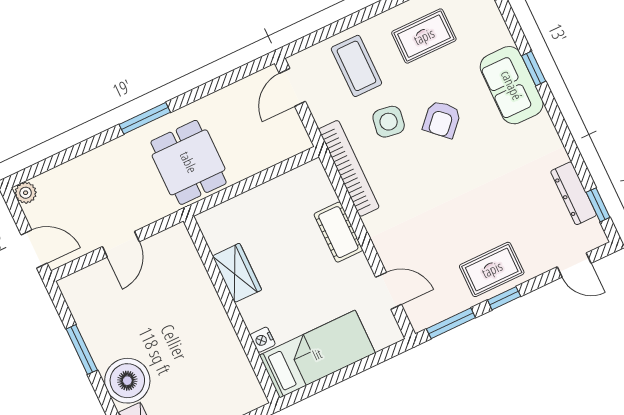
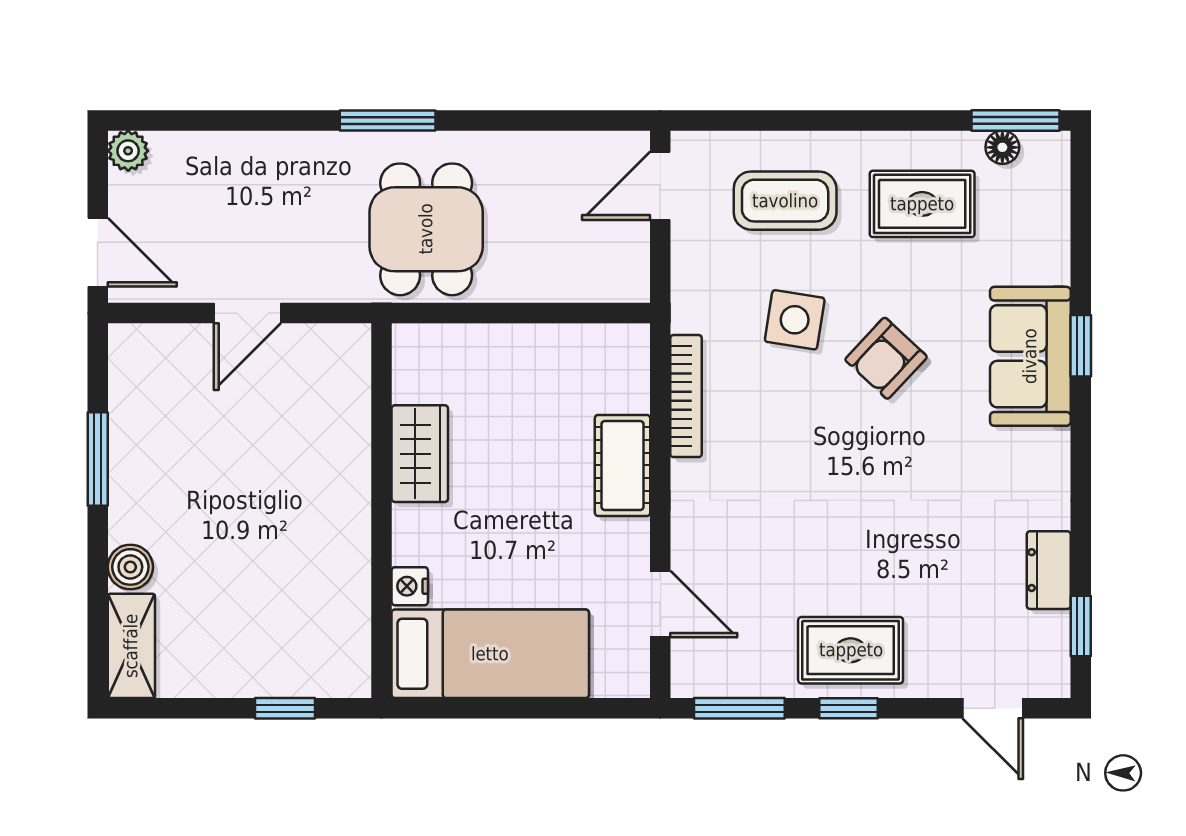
coffee table: (356, 66) -> (785, 201), turned 90
bookcase: (349, 168) -> (686, 396), width x0.68, depth x0.76
dresser: (574, 193) -> (1049, 570), width x0.70
boiler: (127, 381) -> (130, 567), width x0.54, depth x0.54

